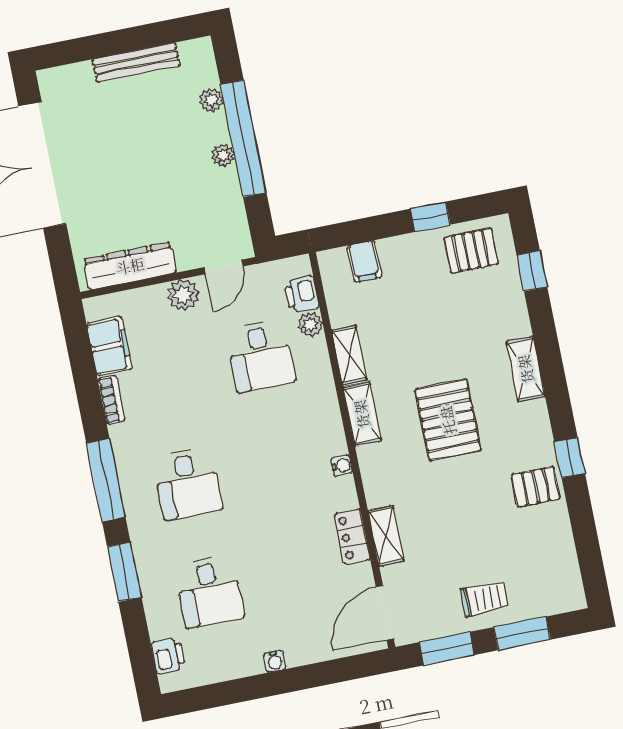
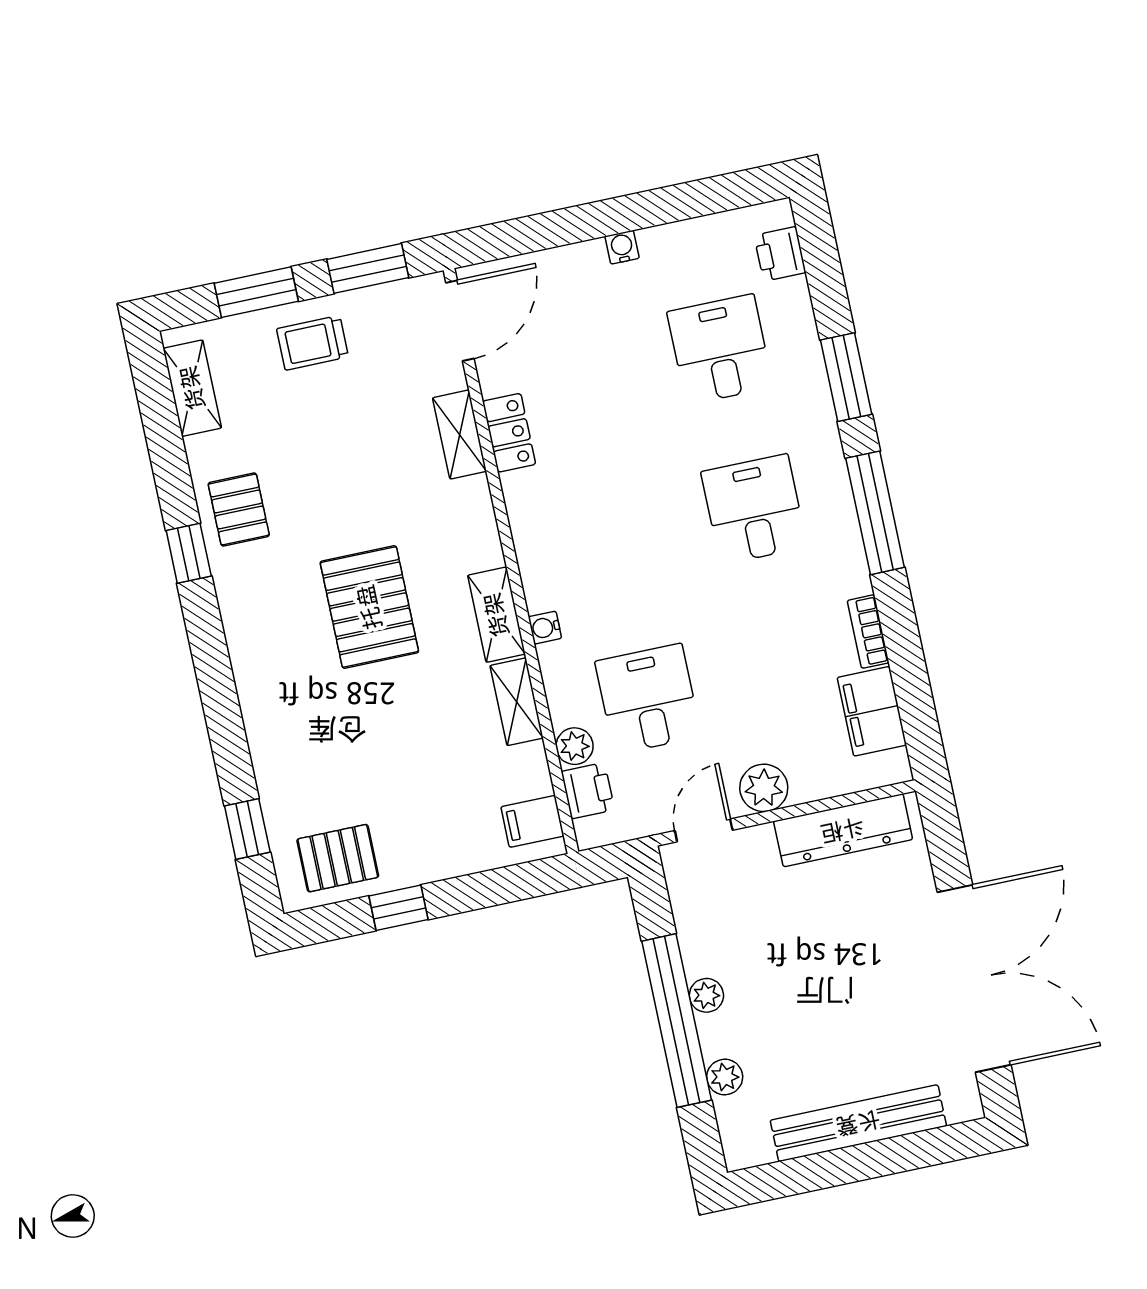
bench: (136, 62) -> (858, 1123), width x1.37, depth x1.21
filing cabinet: (364, 261) -> (532, 821), moved, turned -90
shelving: (526, 369) -> (192, 388), moved
water cooler: (342, 466) -> (545, 628), moved
pallet: (536, 487) -> (239, 510), turned 90

